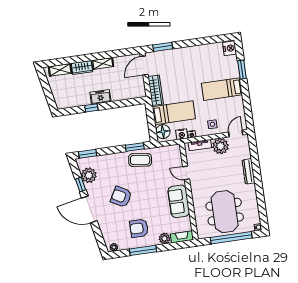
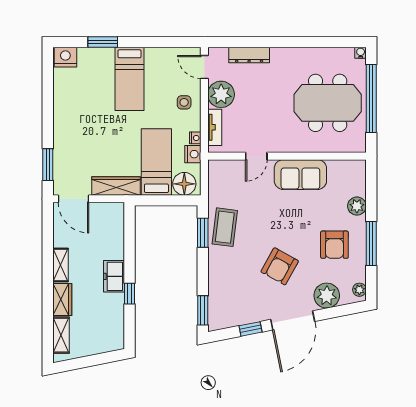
dresser: (249, 171) -> (249, 55), moved
plant: (89, 175) -> (327, 296), moved
fireplace: (182, 237) -> (358, 178), removed

